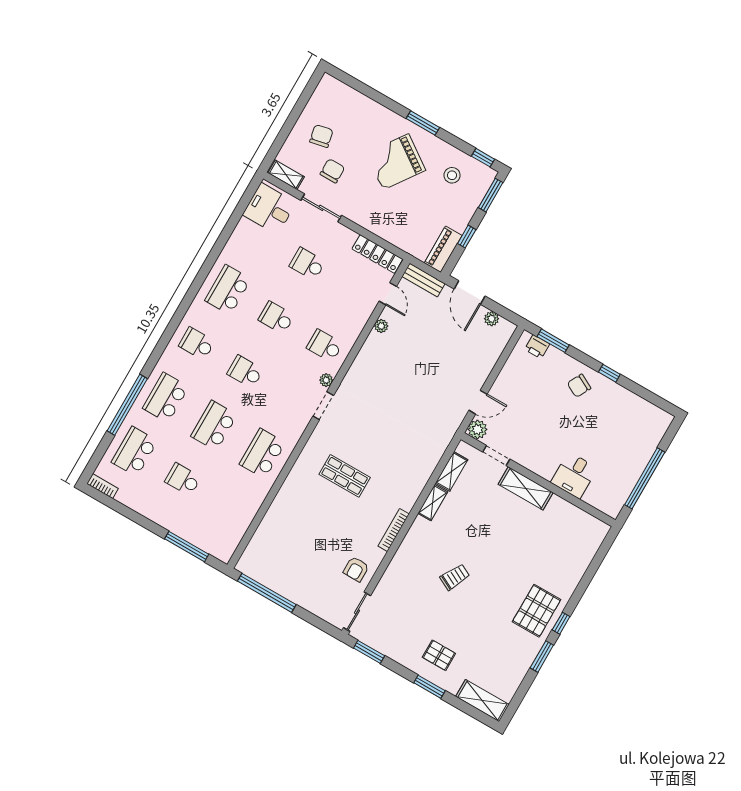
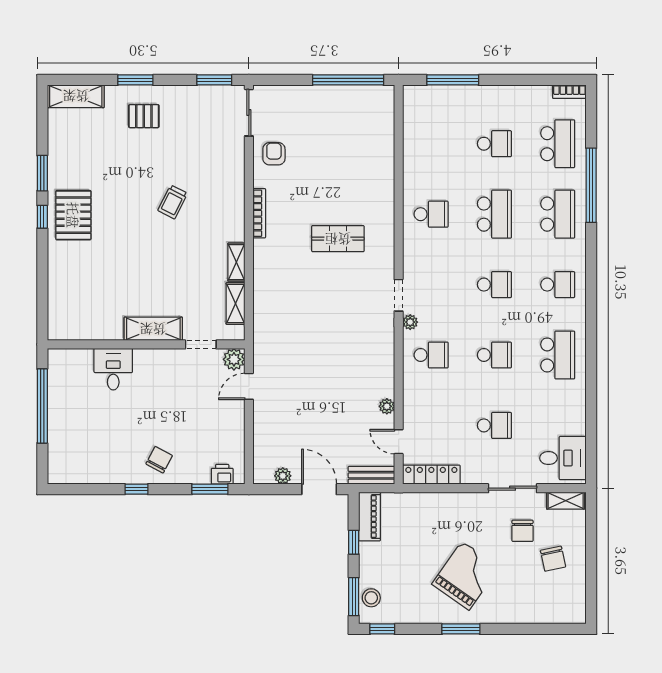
stool: (452, 175) -> (371, 598), moved
school desk: (262, 453) -> (431, 214), width x0.54

